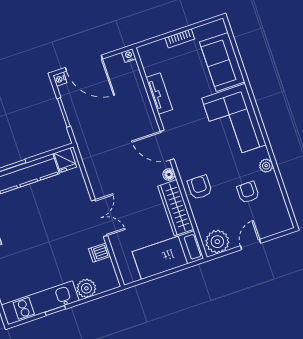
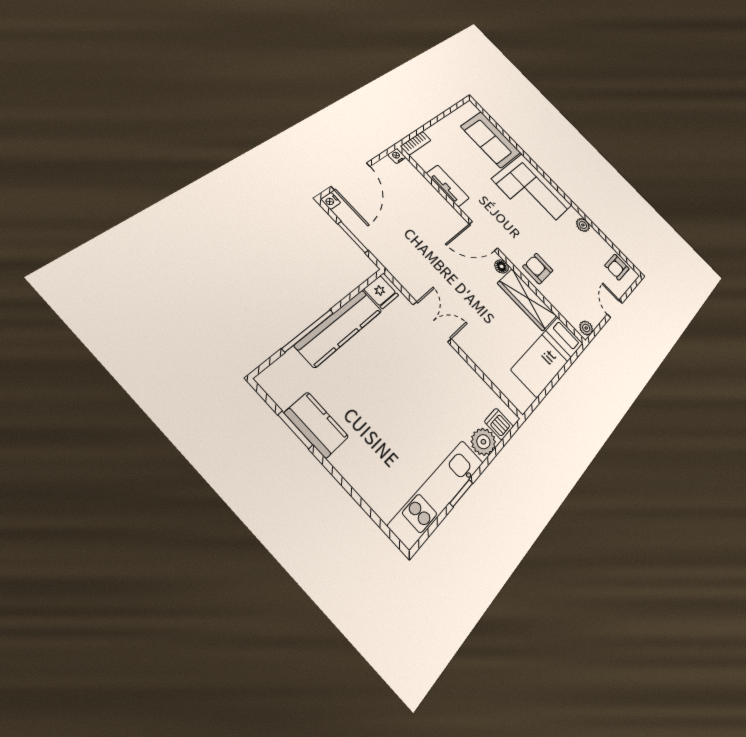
bookcase: (180, 38) -> (416, 143), moved
door: (84, 63) -> (351, 176), hinge flipped
armchair: (248, 192) -> (617, 267), moved, turned -90
double door: (99, 218) -> (432, 322), moved
plant: (217, 242) -> (586, 328), width x0.53, depth x0.53
dishwasher: (100, 253) -> (499, 424), moved, turned 90

